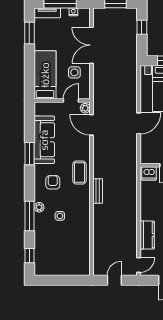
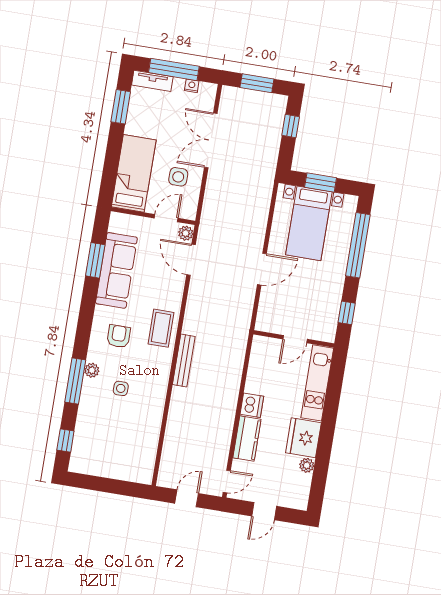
window: (29, 154) -> (95, 260), moved
dishwasher: (149, 173) -> (252, 405), moved, turned -90
bench: (98, 191) -> (184, 361), width x1.36

